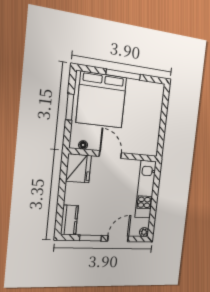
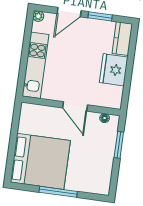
bed: (101, 100) -> (40, 161), moved, turned 90
window: (70, 107) -> (119, 145), moved
fridge: (78, 168) -> (114, 70), moved

